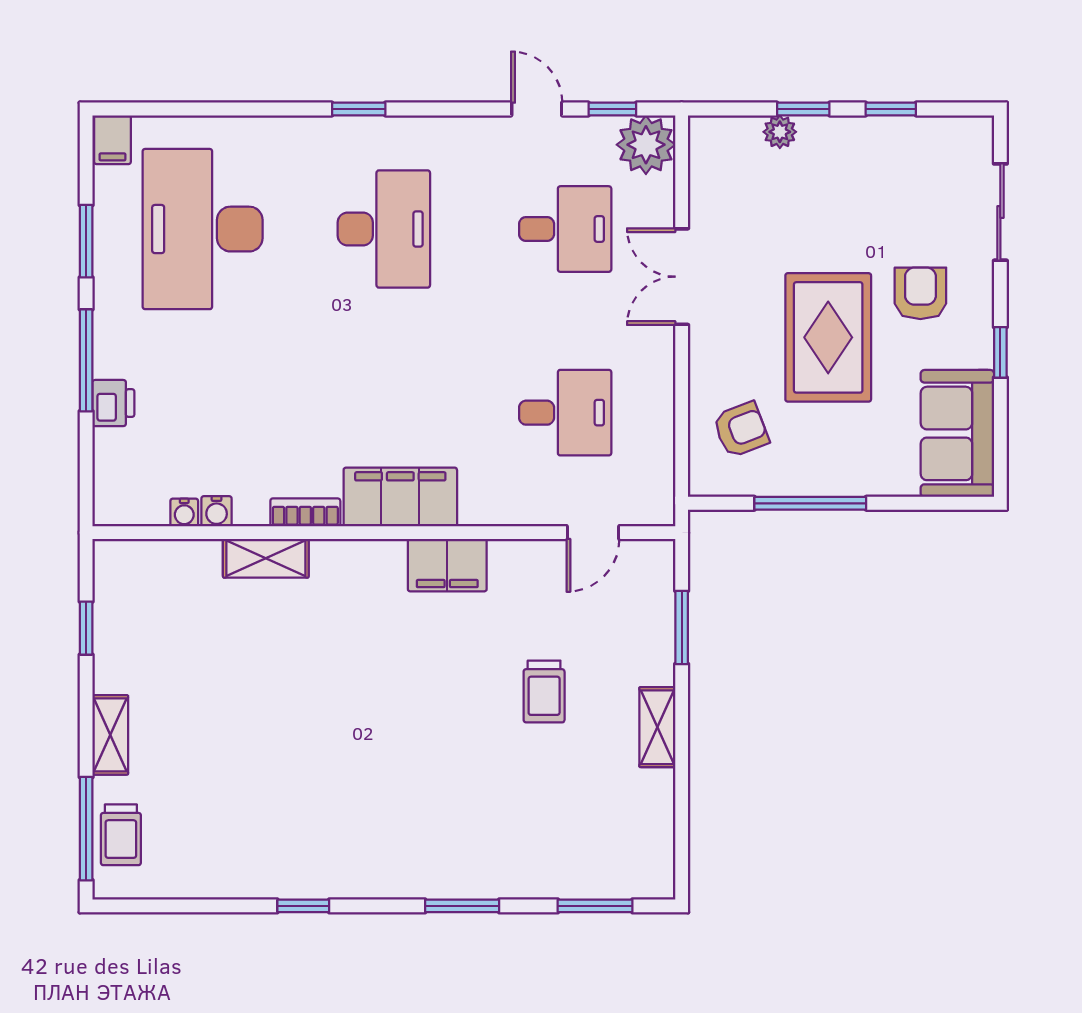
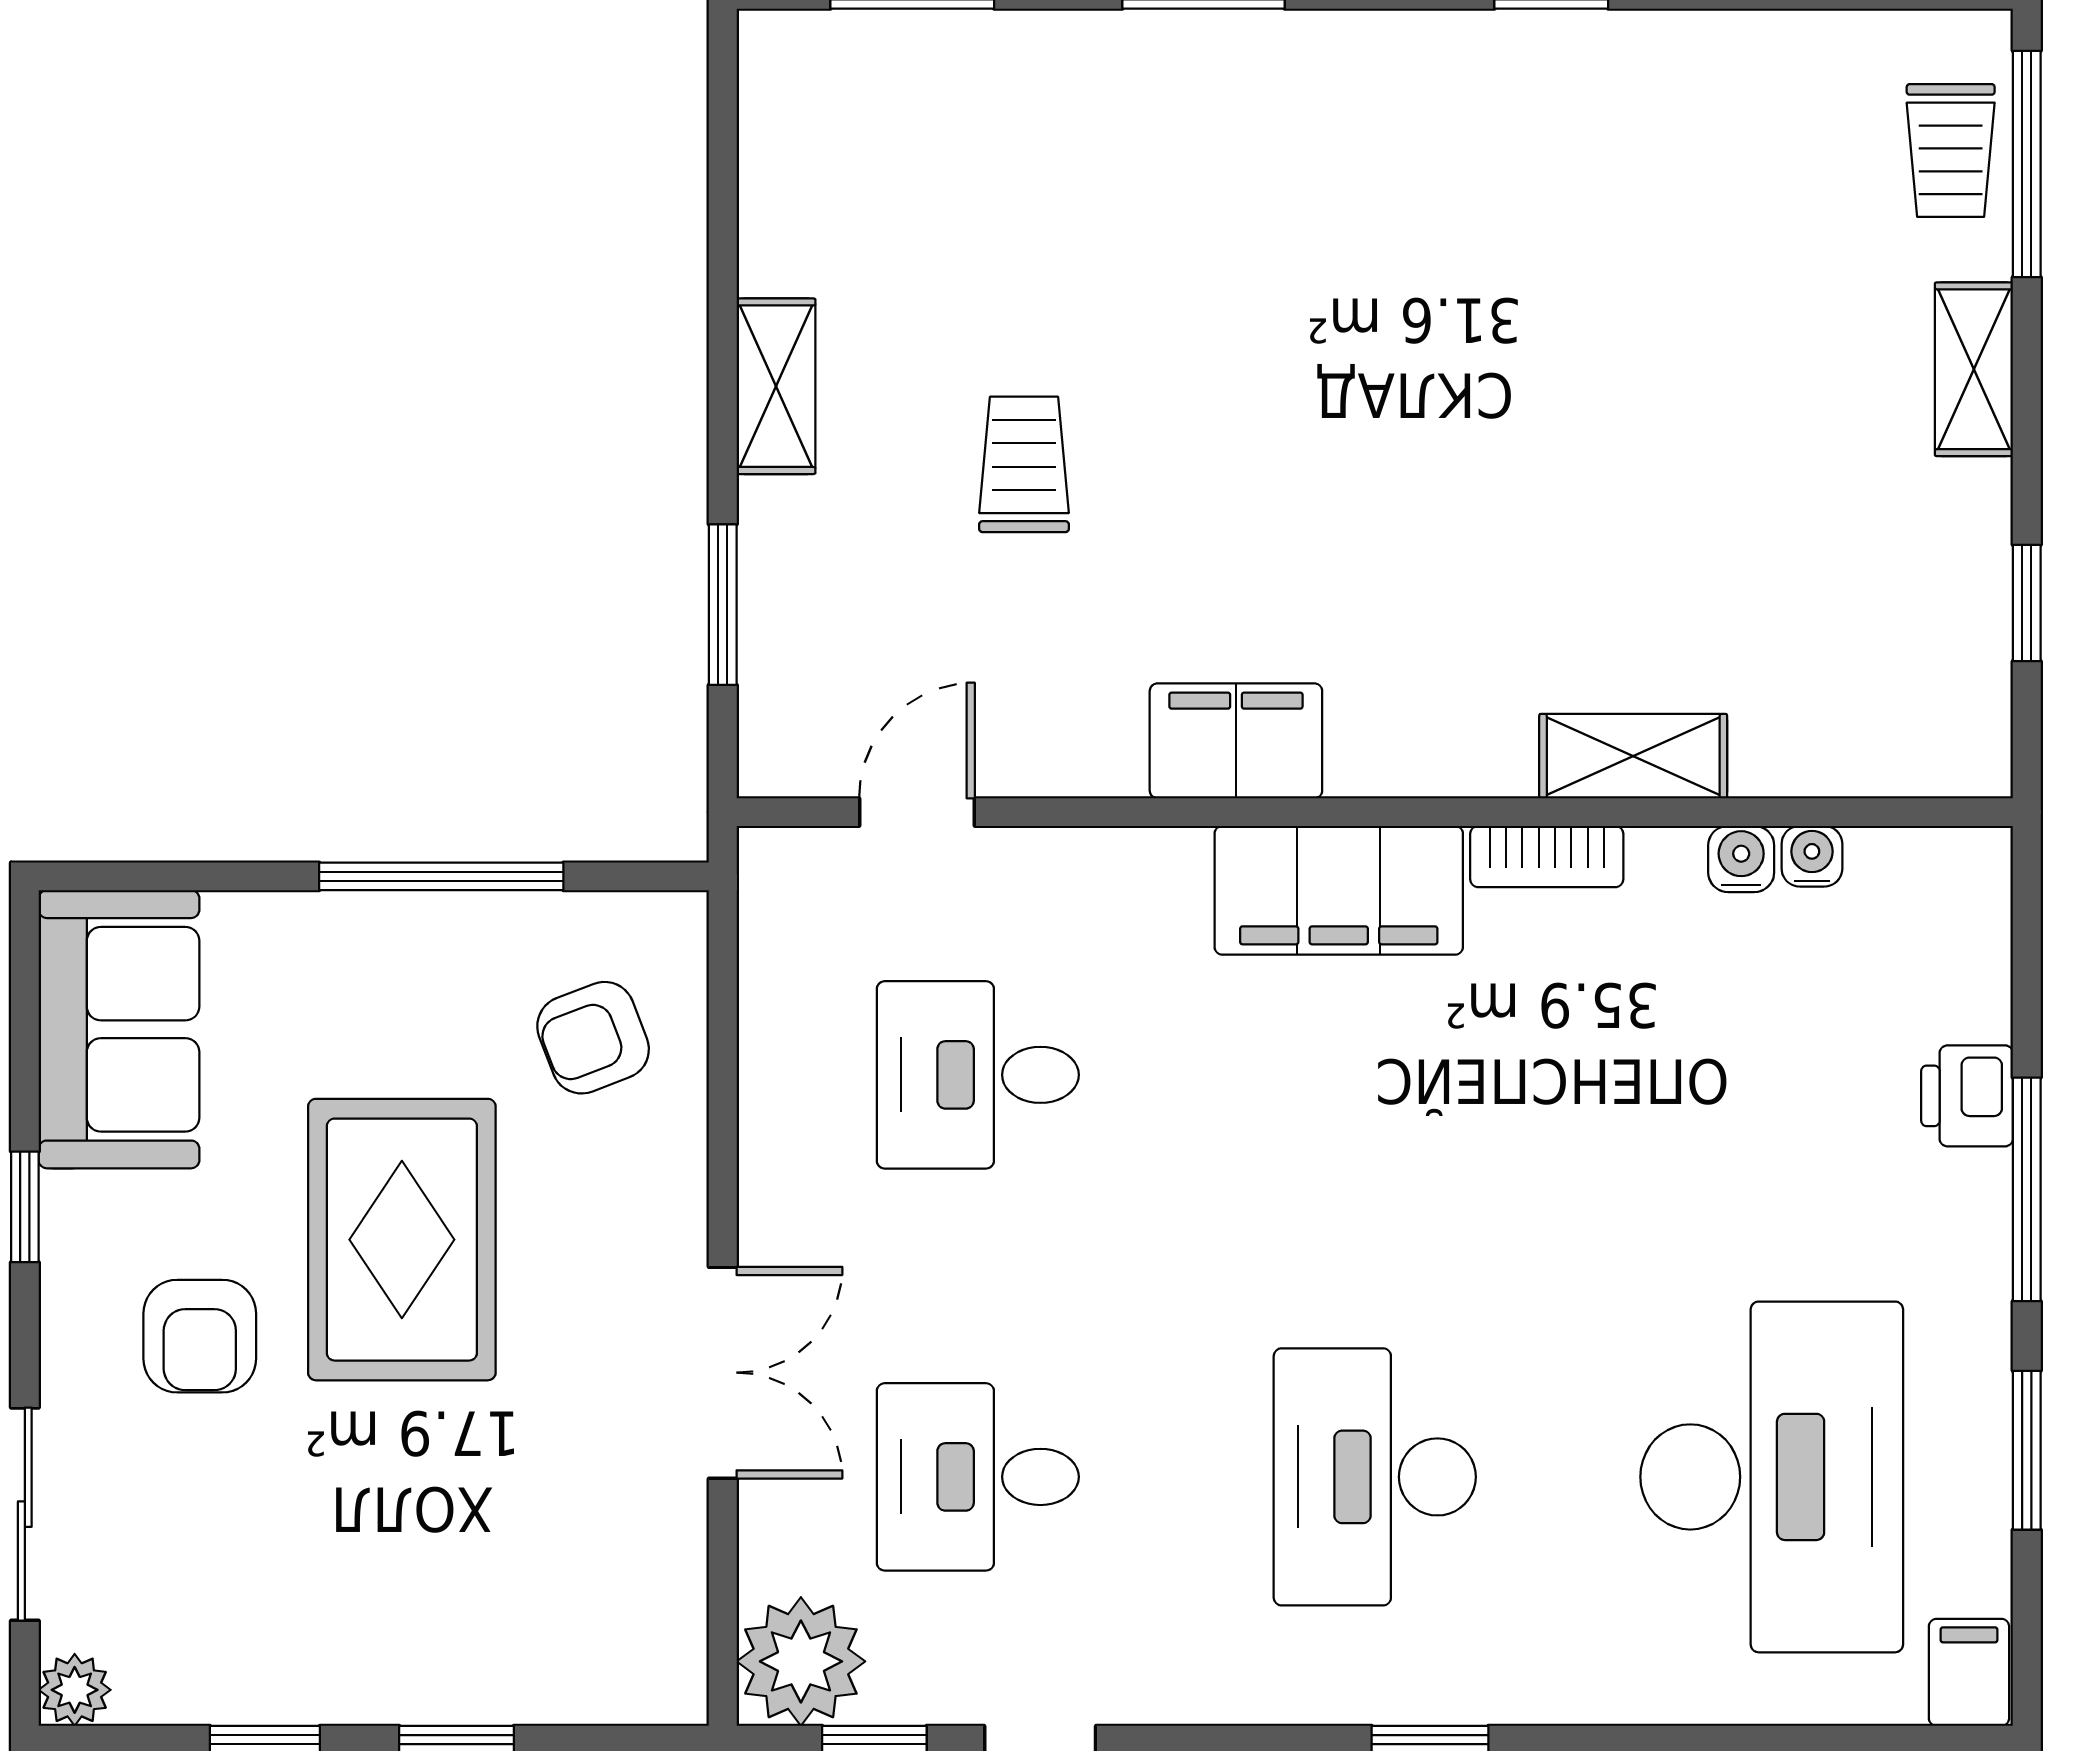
plant: (780, 132) -> (75, 1690), moved
trolley: (121, 835) -> (1951, 151), turned 180

